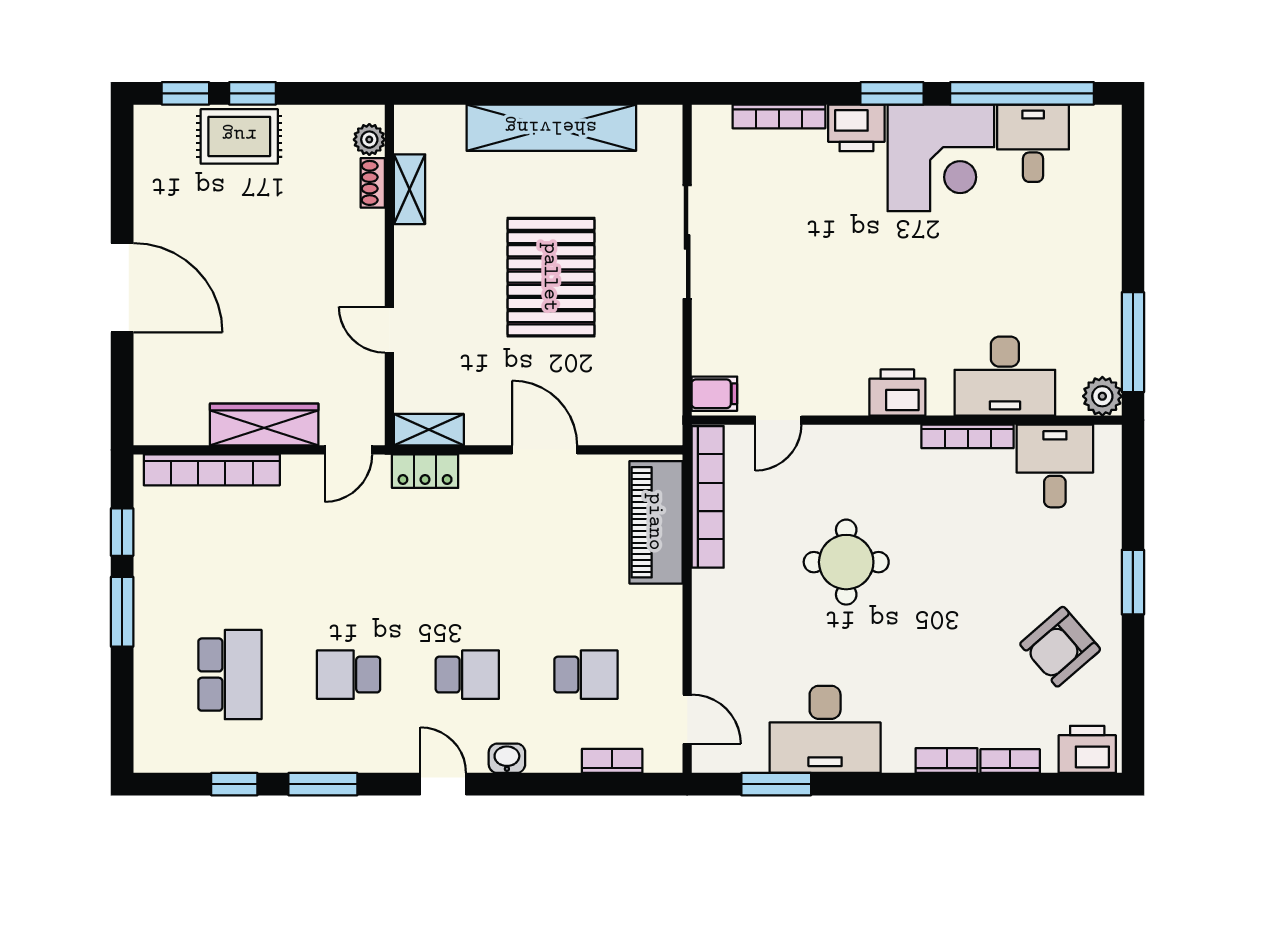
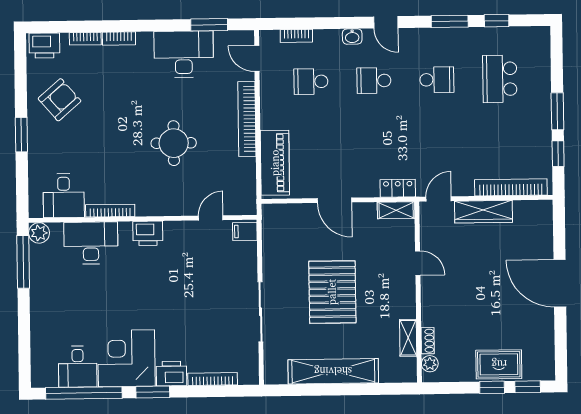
bookcase: (708, 497) -> (247, 119), moved

